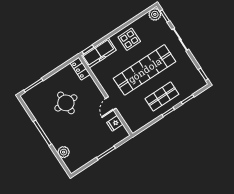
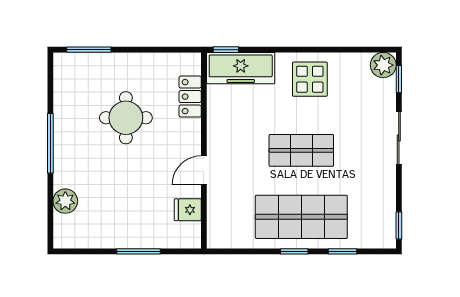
locker: (80, 69) -> (190, 97), moved
shop shelf: (145, 70) -> (301, 150), width x0.50, depth x0.74
shop shelf: (162, 96) -> (301, 217), width x1.43, depth x1.36

